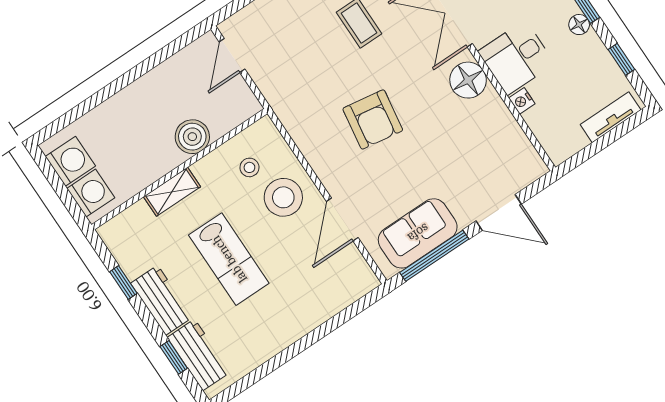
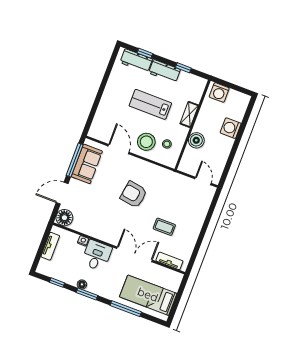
floor lamp: (468, 80) -> (64, 218), moved
tv unit: (611, 117) -> (50, 246), moved
washing machine: (70, 161) -> (231, 128), moved, turned 90

